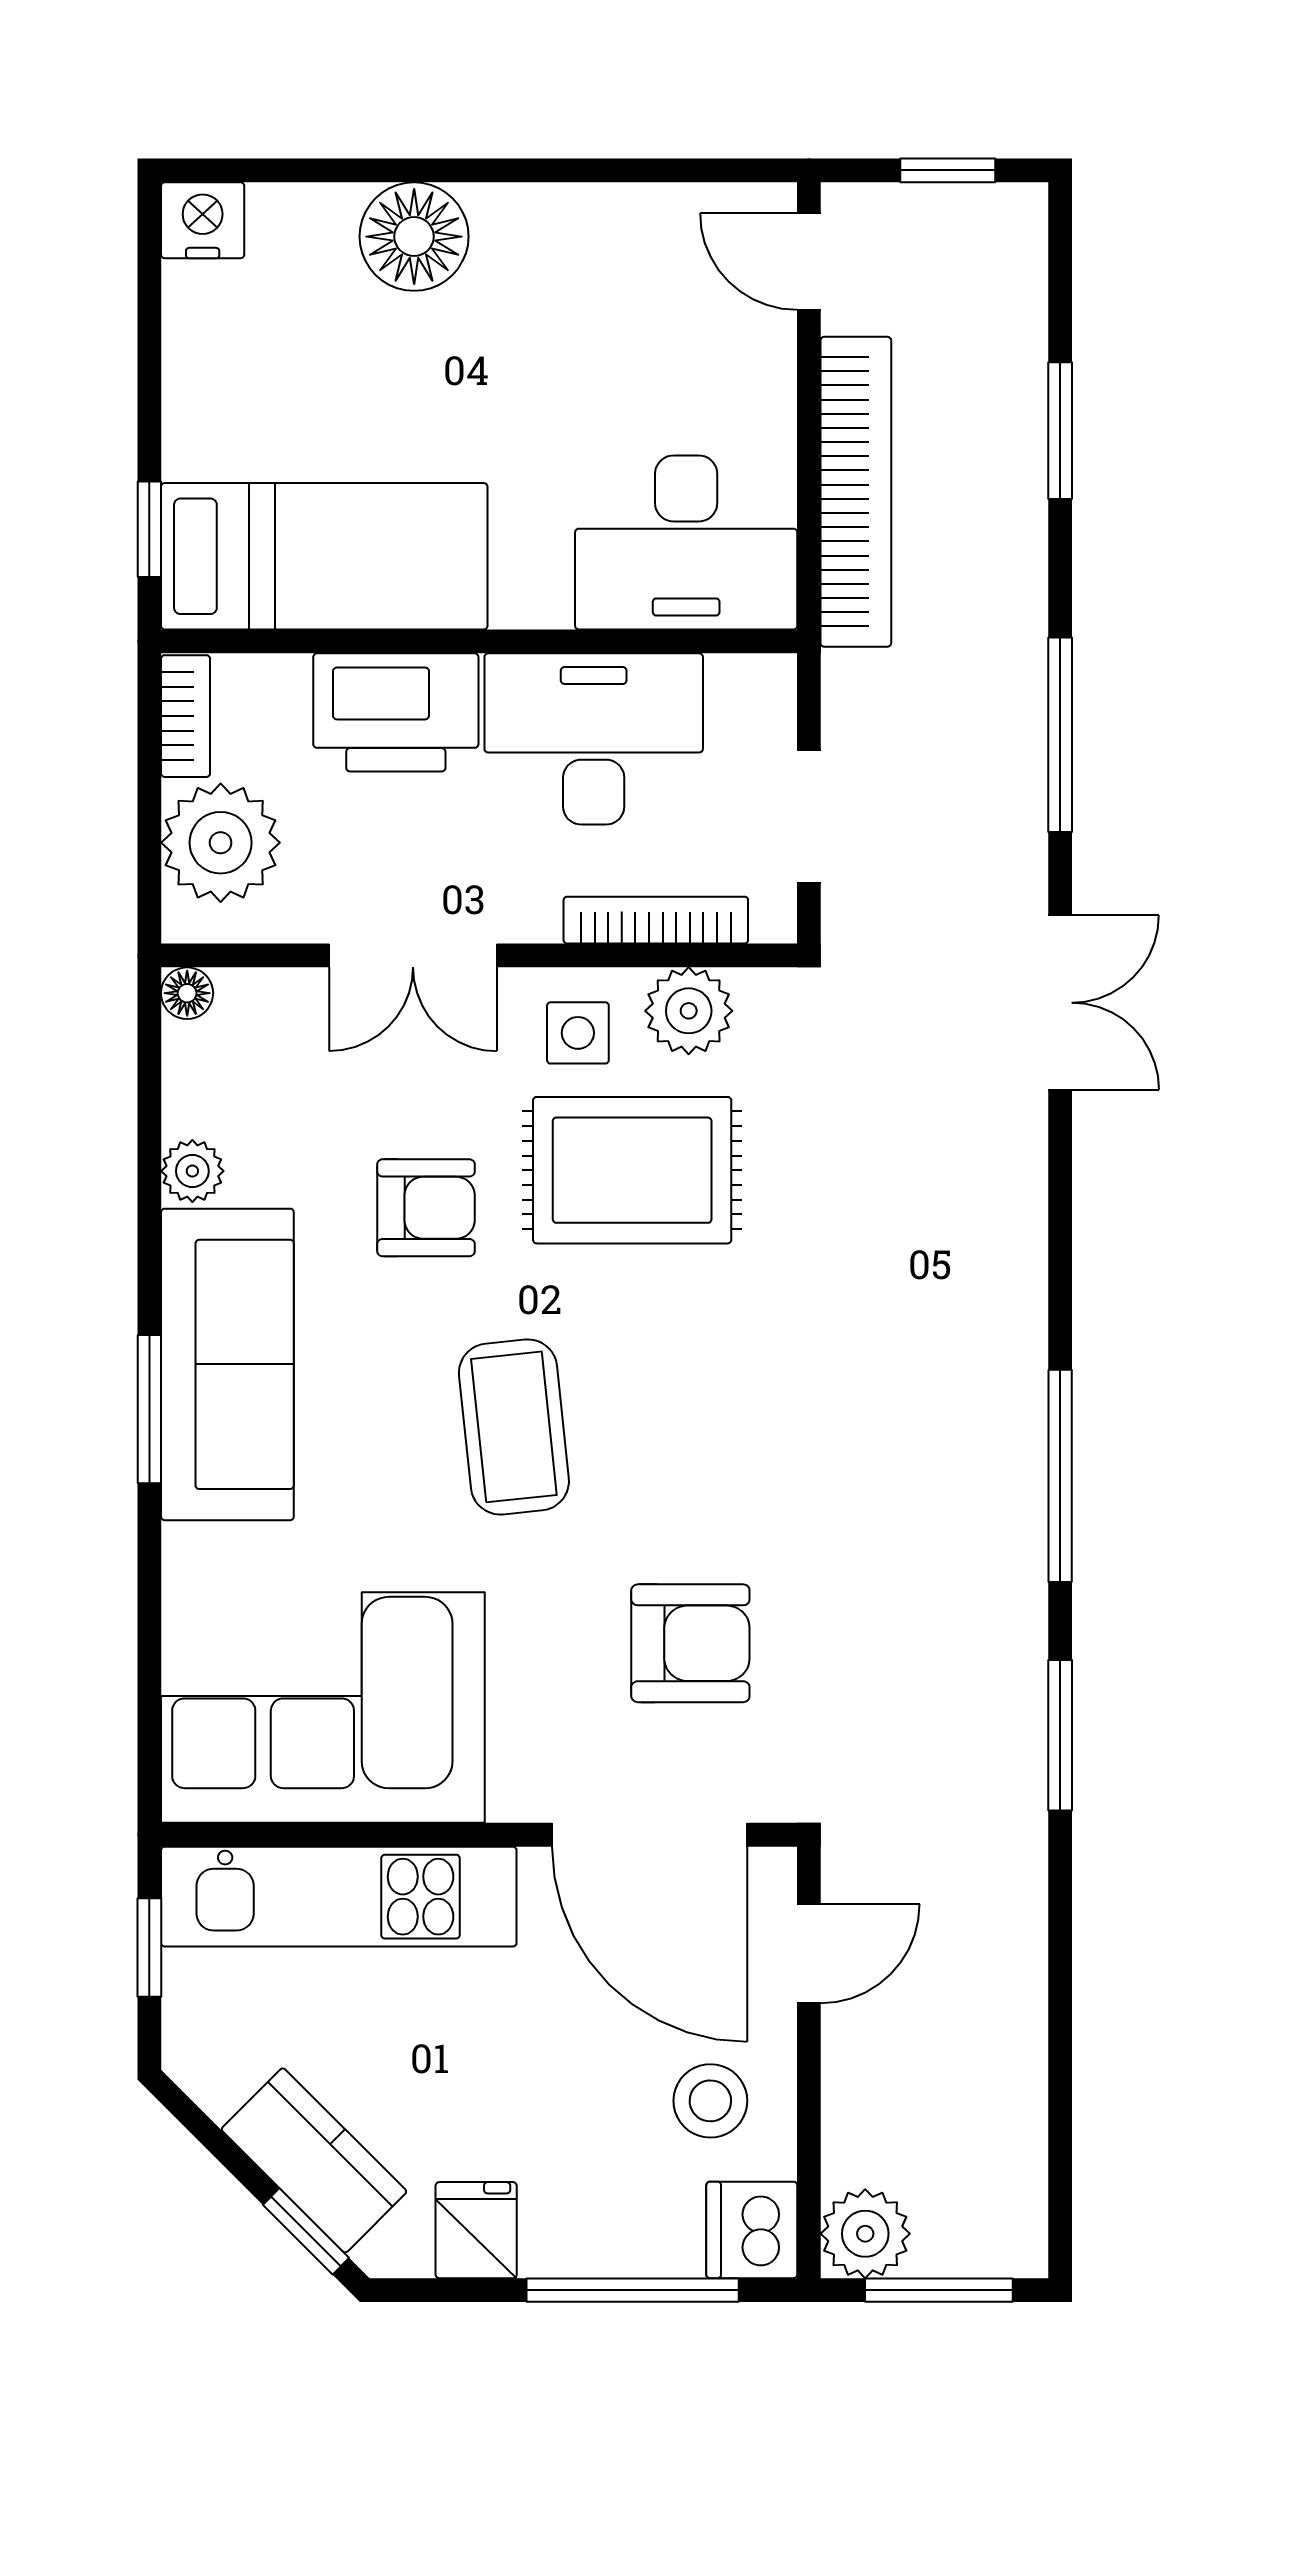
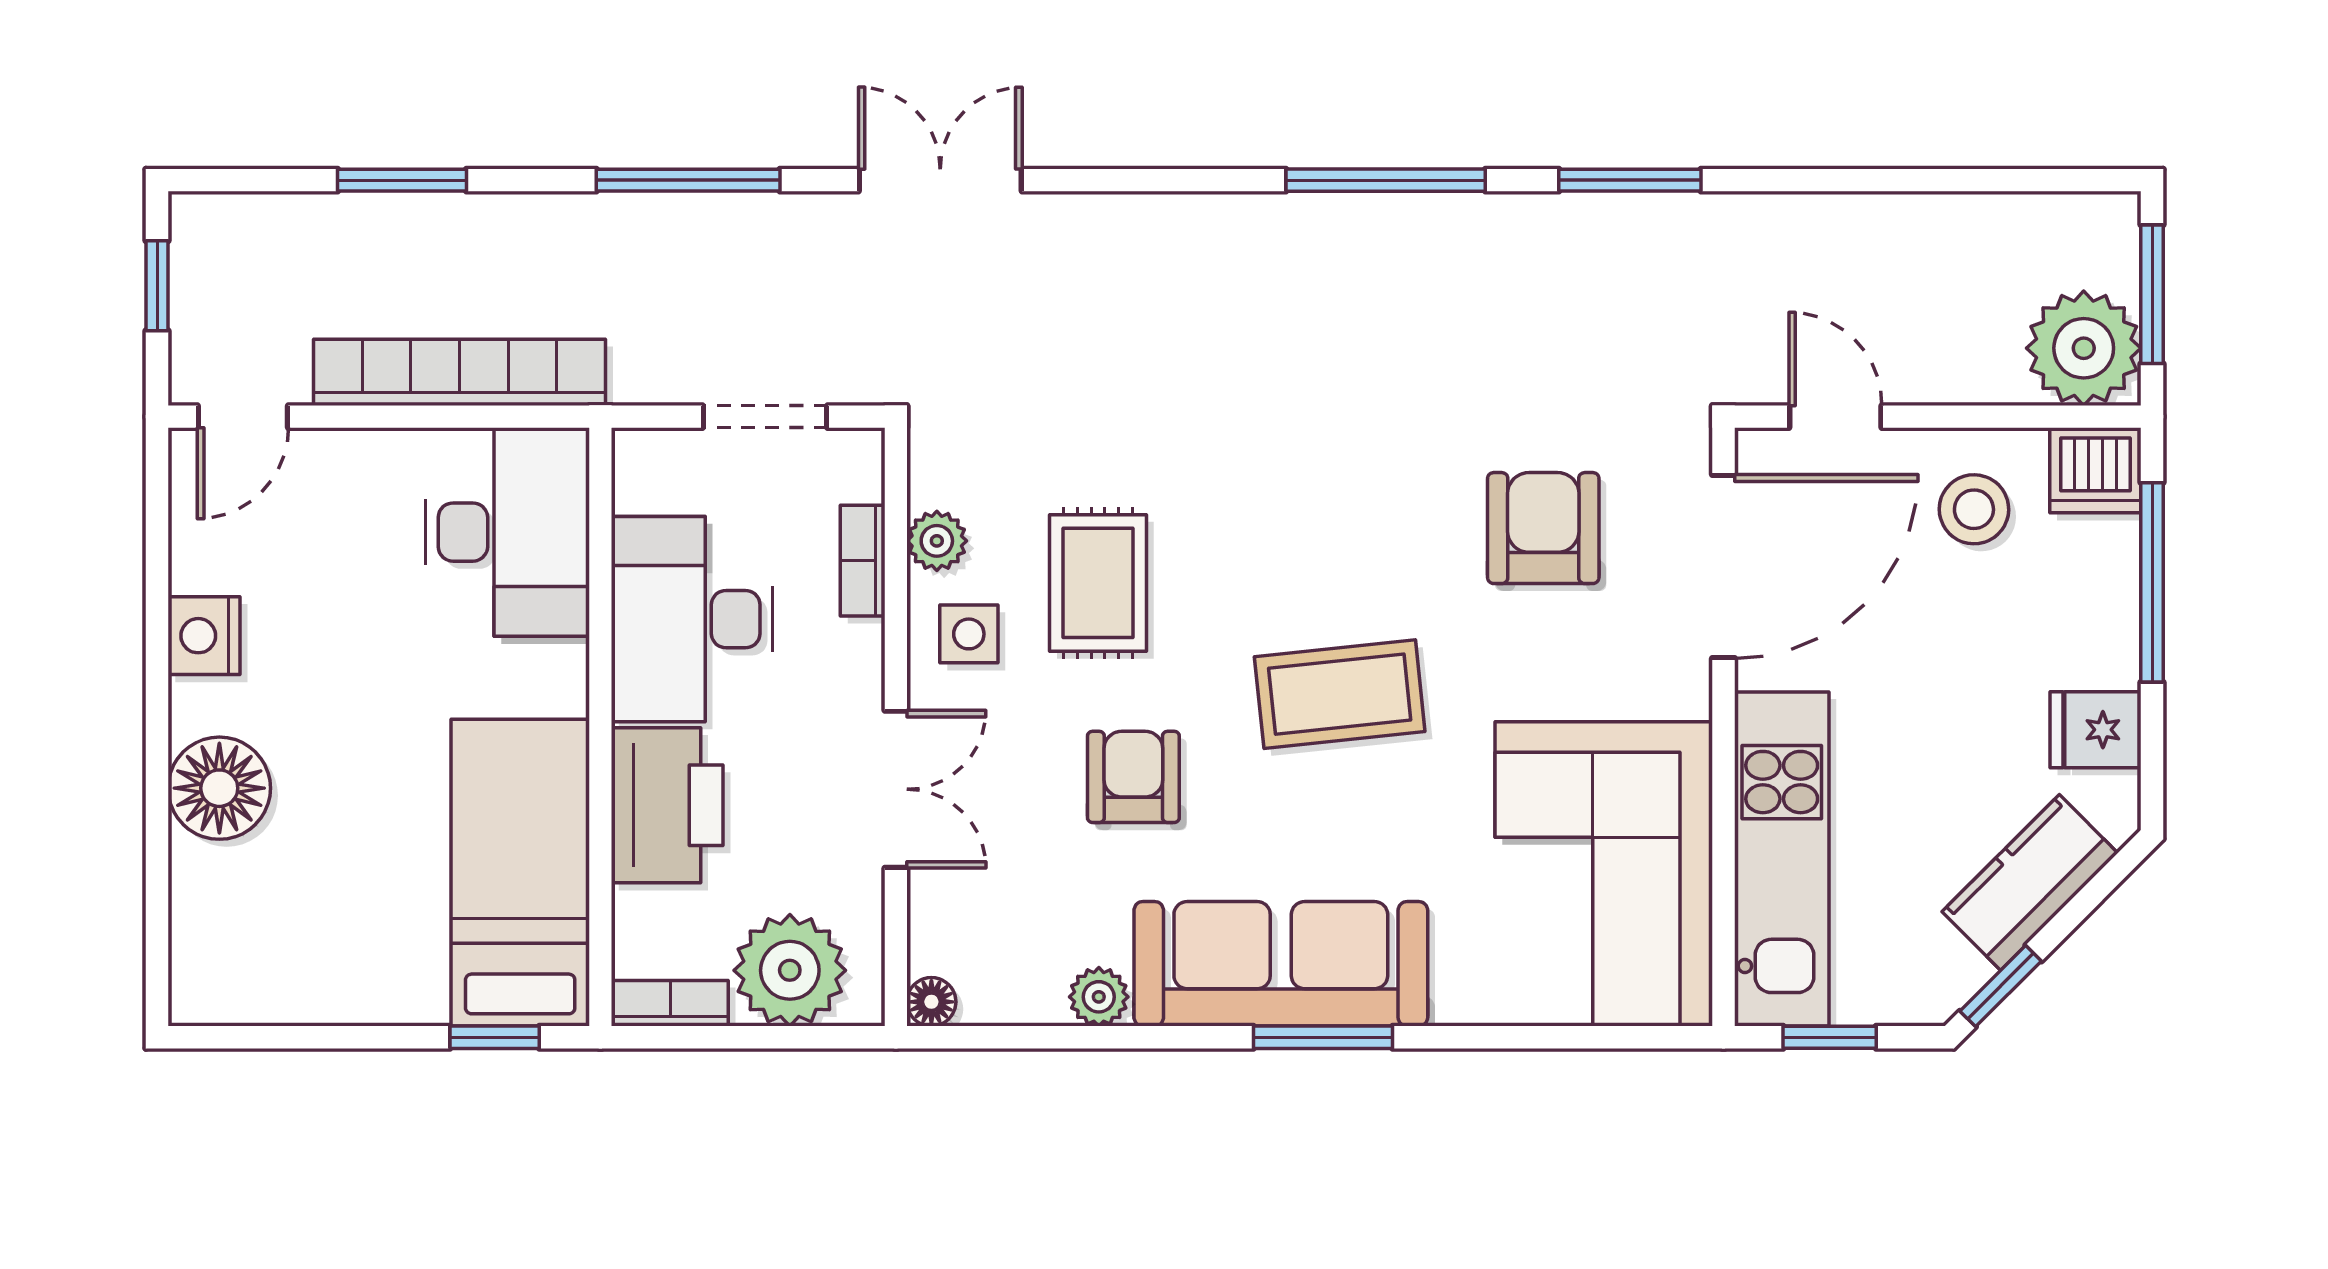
nightstand: (203, 220) -> (204, 636), moved
bookcase: (656, 920) -> (863, 561), width x0.64
plant: (689, 1011) -> (937, 541), width x0.73, depth x0.73
rug: (632, 1170) -> (1098, 583), width x0.73, depth x0.70
window: (306, 2231) -> (2001, 986), moved
plant: (865, 2234) -> (2084, 348), width x1.36, depth x1.36

